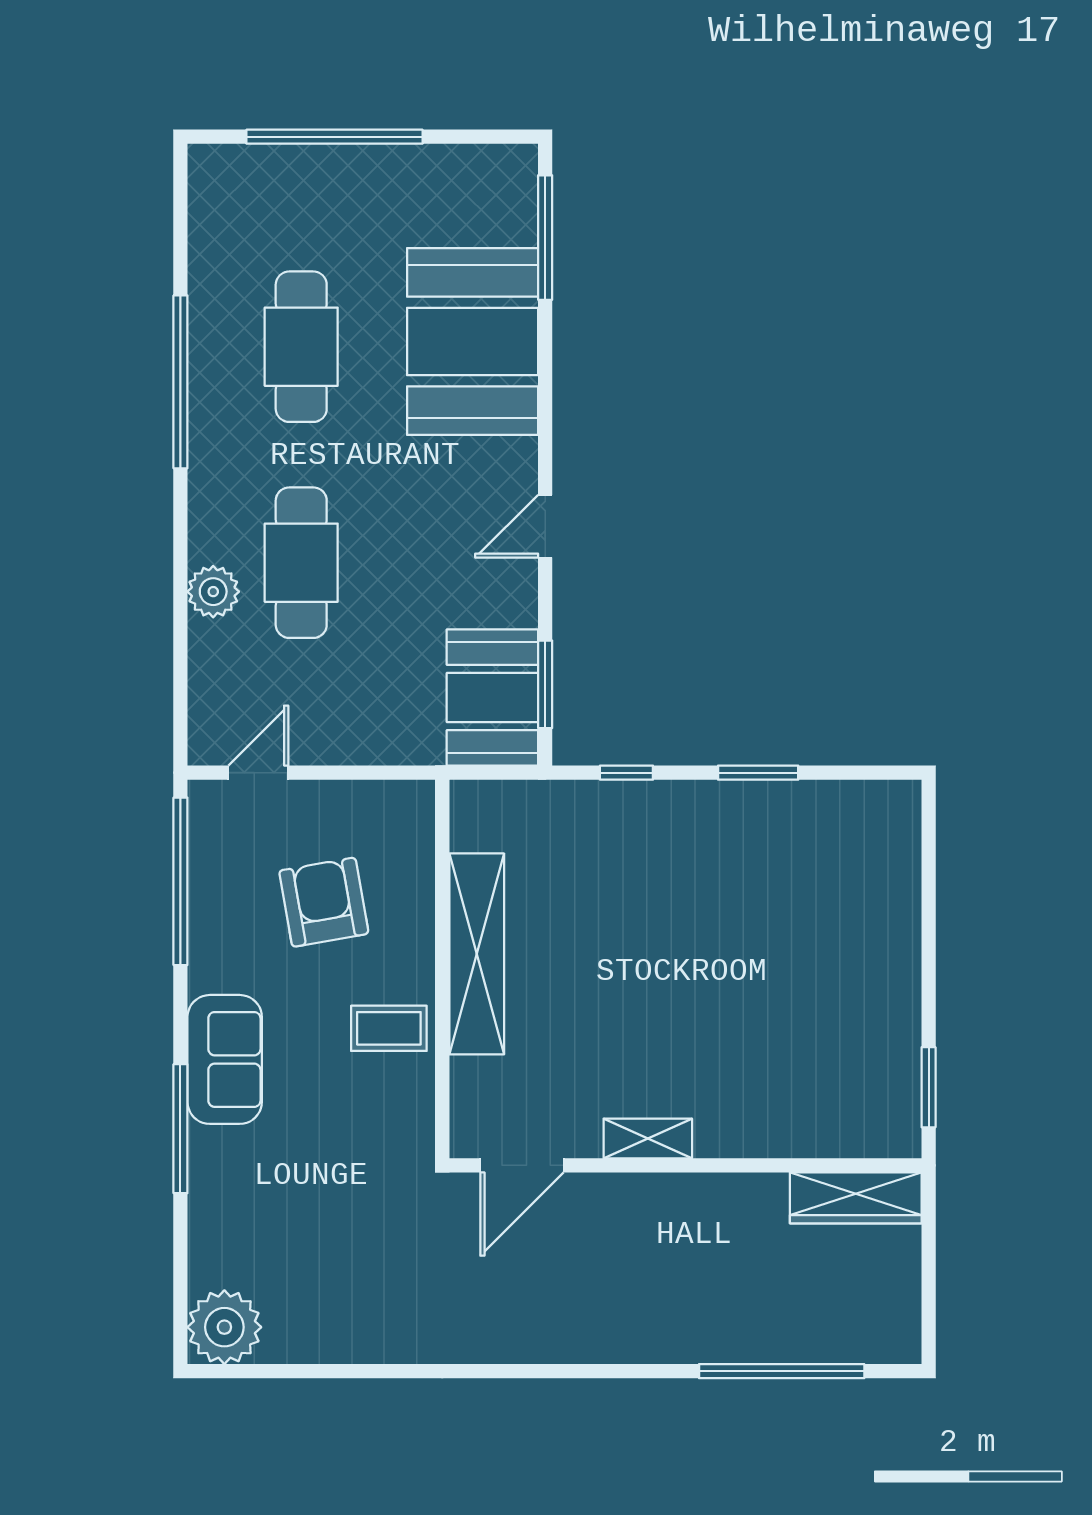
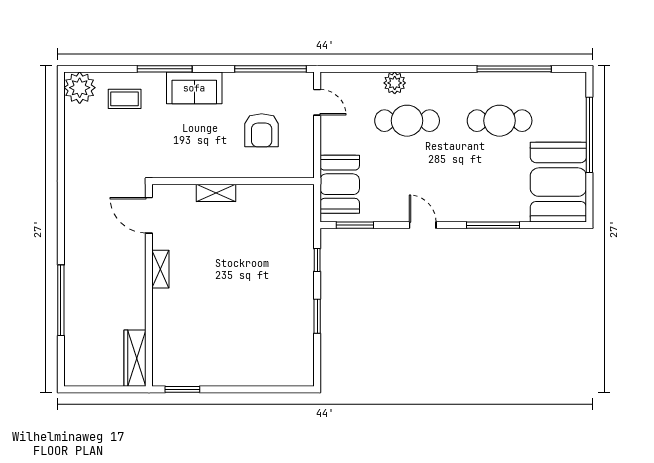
window: (545, 238) -> (493, 225), moved
booth: (473, 341) -> (558, 182), moved, turned 90
window: (180, 382) -> (514, 69), moved
booth: (492, 697) -> (340, 184), moved, turned 90
armchair: (324, 902) -> (262, 130), turned 100
shelving: (477, 954) -> (216, 193), width x0.45, depth x0.75
coffee table: (389, 1028) -> (125, 99), moved, turned 90
window: (782, 1371) -> (61, 300), moved

